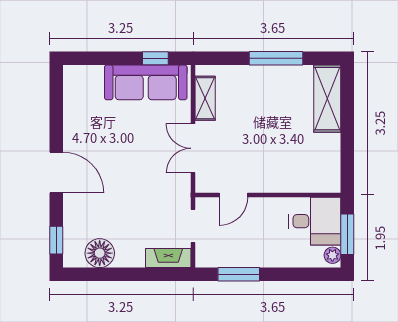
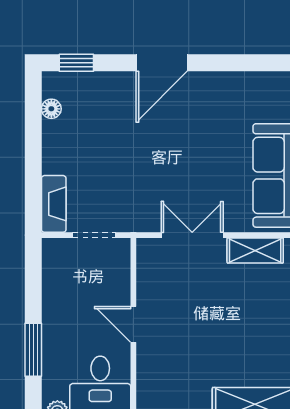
door: (233, 195) -> (133, 324), moved
floor lamp: (100, 253) -> (51, 109), width x0.53, depth x0.53
window: (239, 274) -> (33, 350), moved

